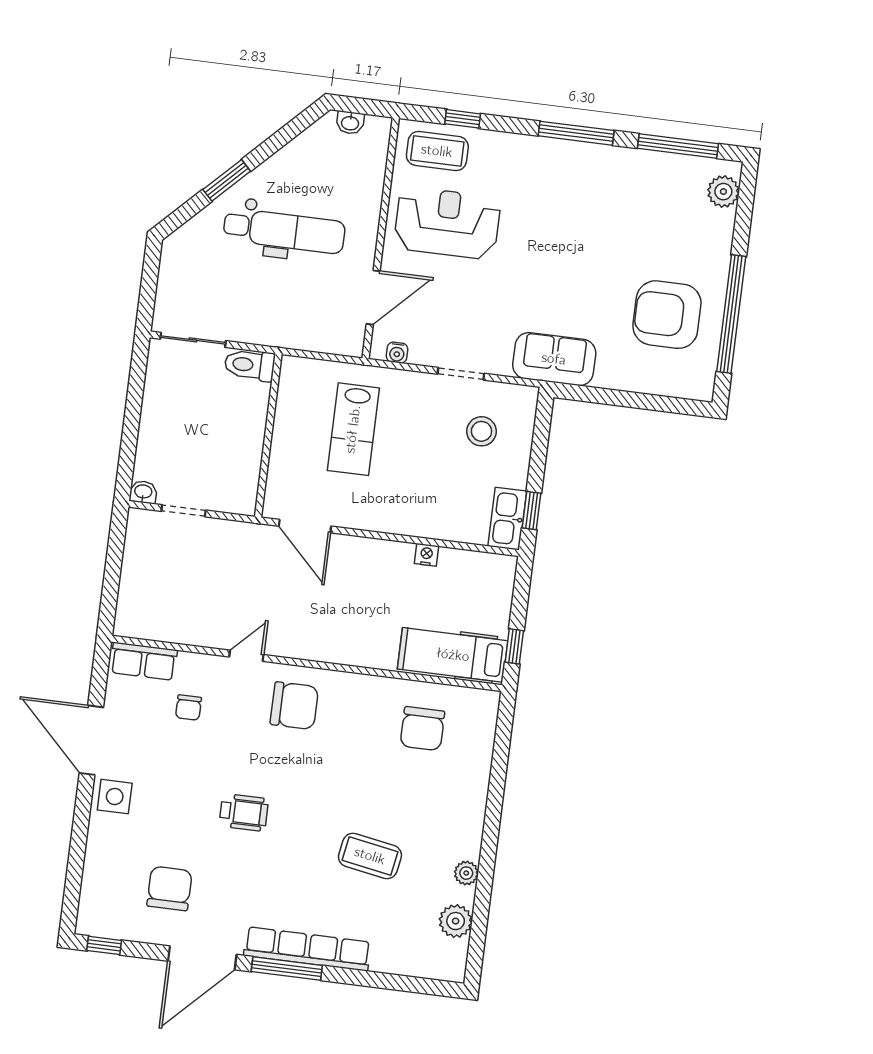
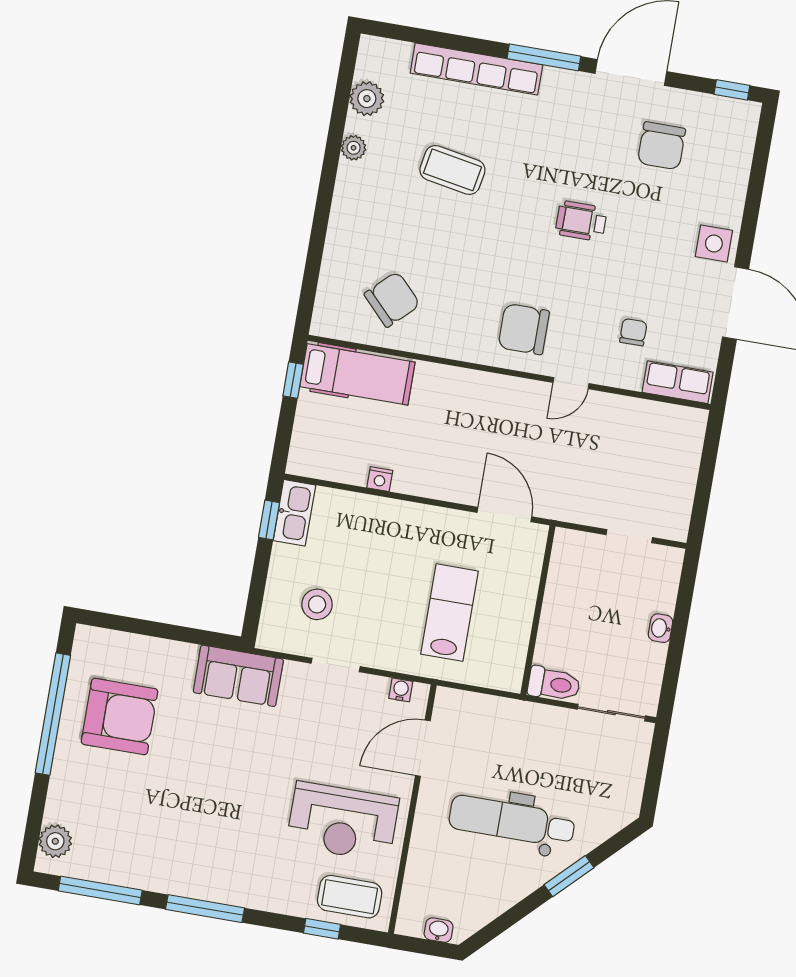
washbasin: (143, 492) -> (661, 628), moved, turned 90
chair: (422, 729) -> (392, 299), turned 46
row of seats: (307, 949) -> (476, 69), moved

